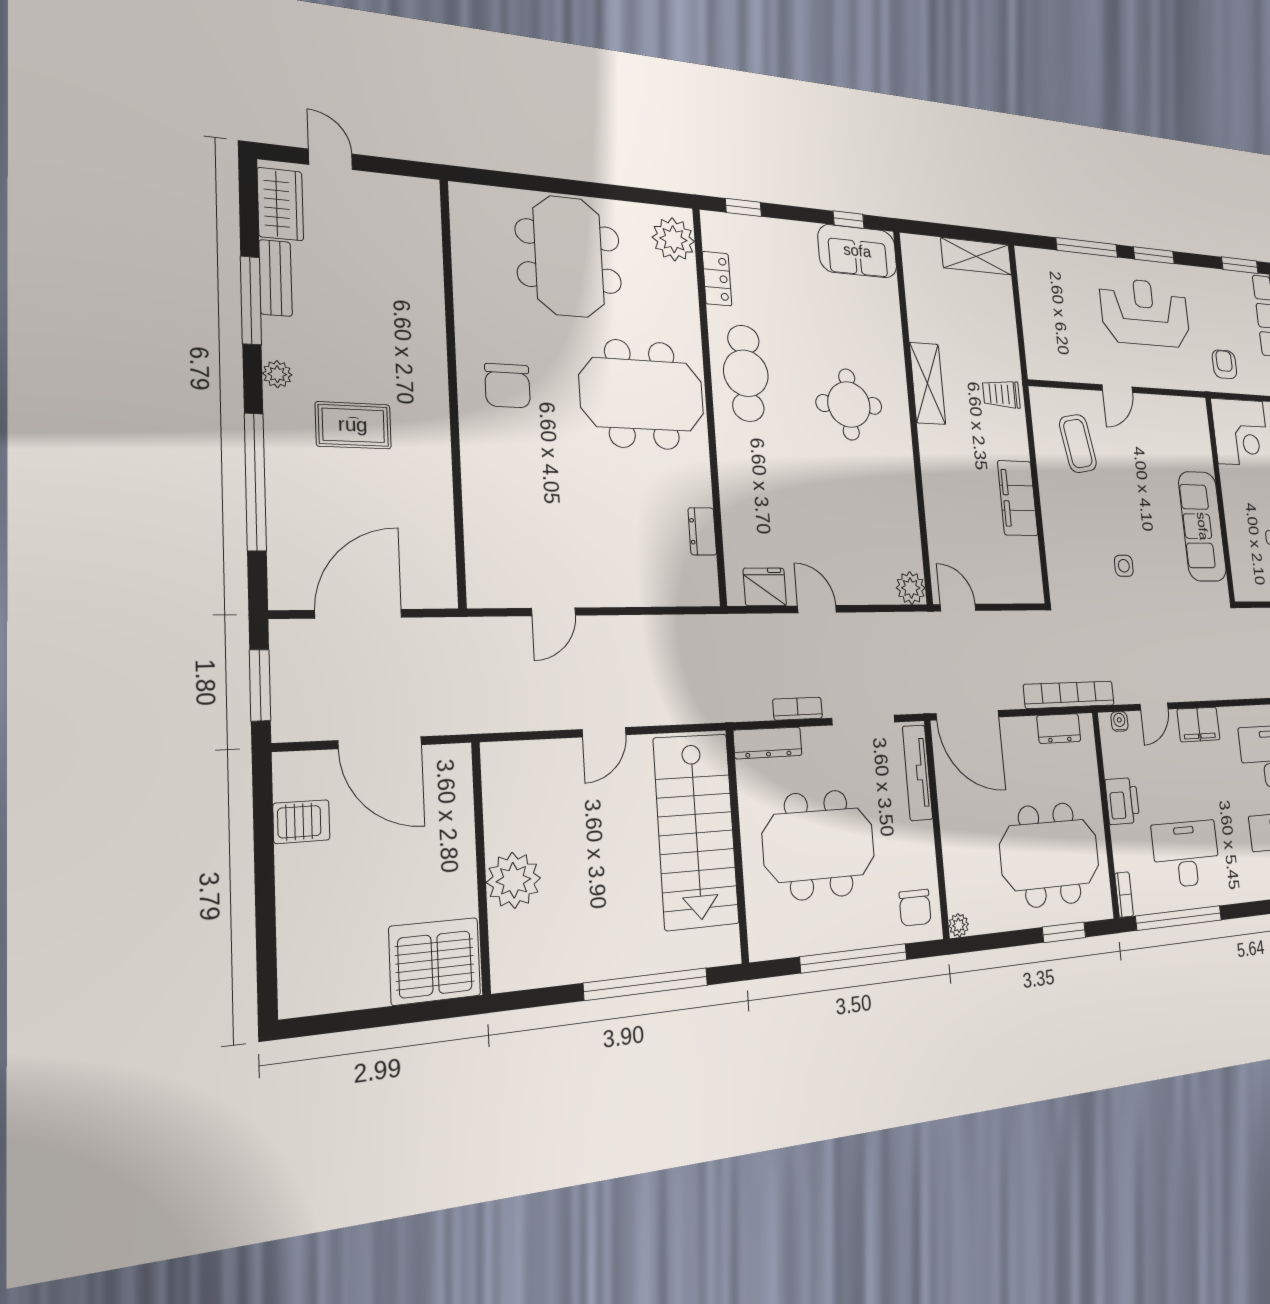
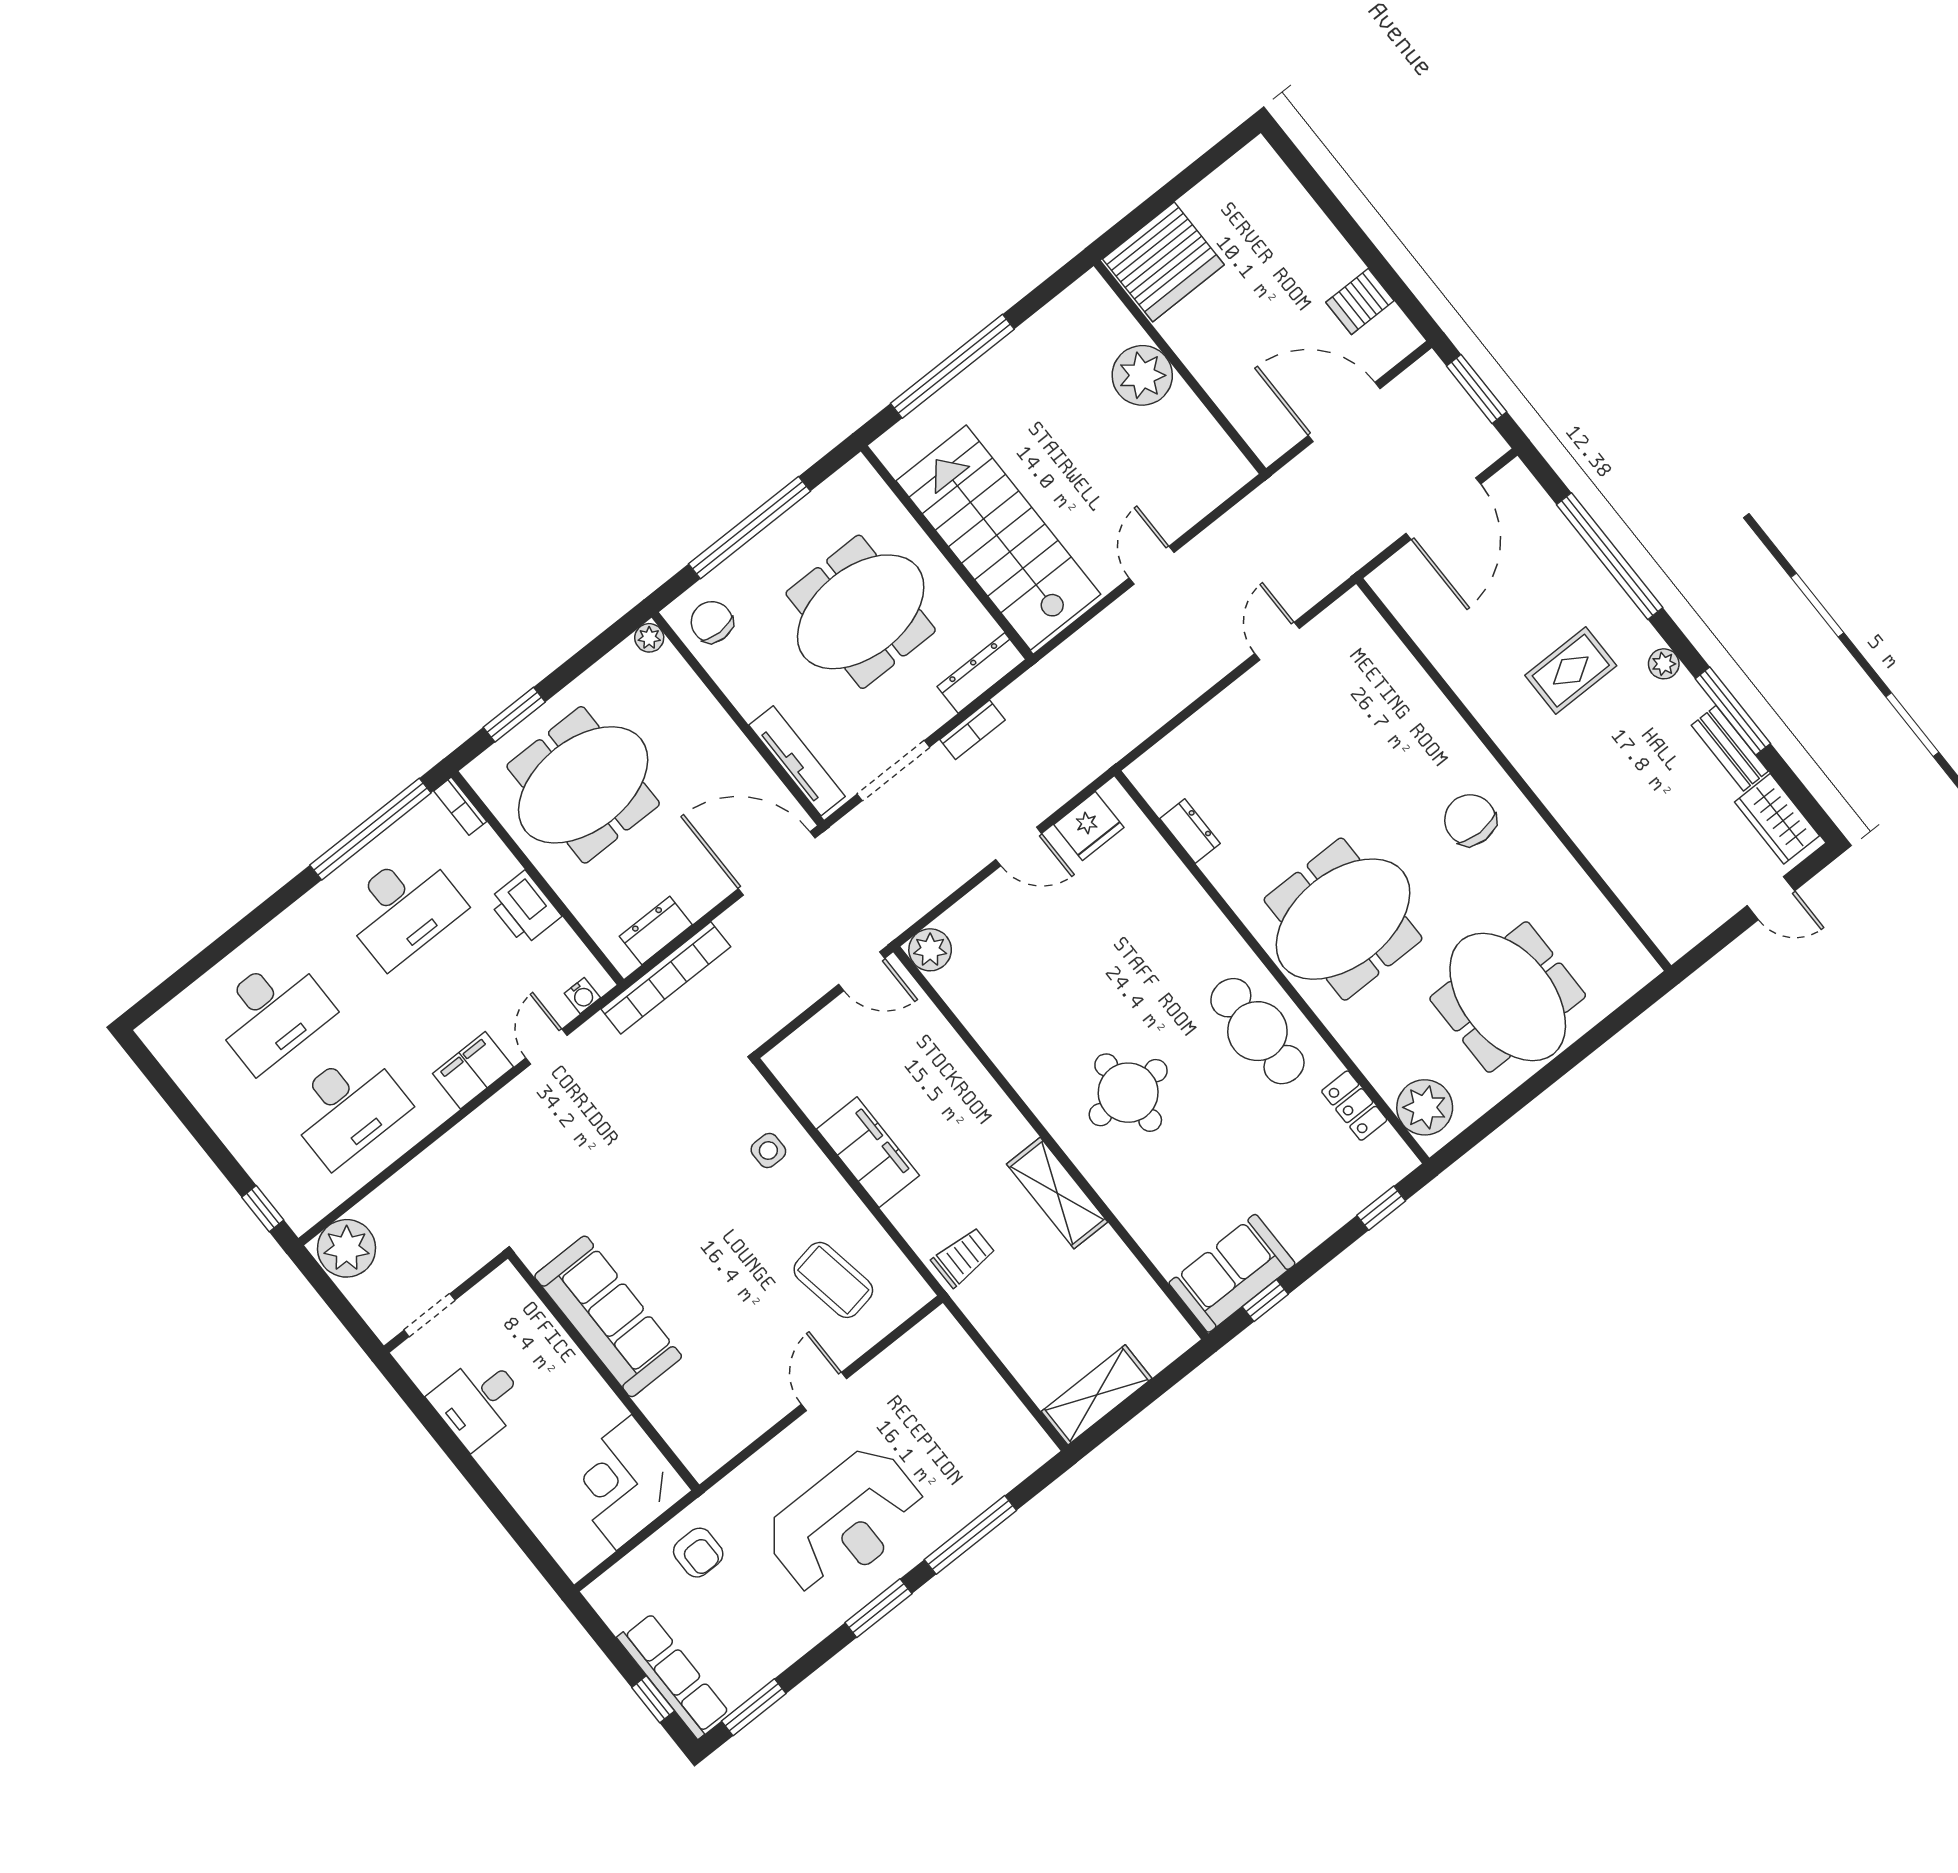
side table: (1124, 566) -> (768, 1151), moved

